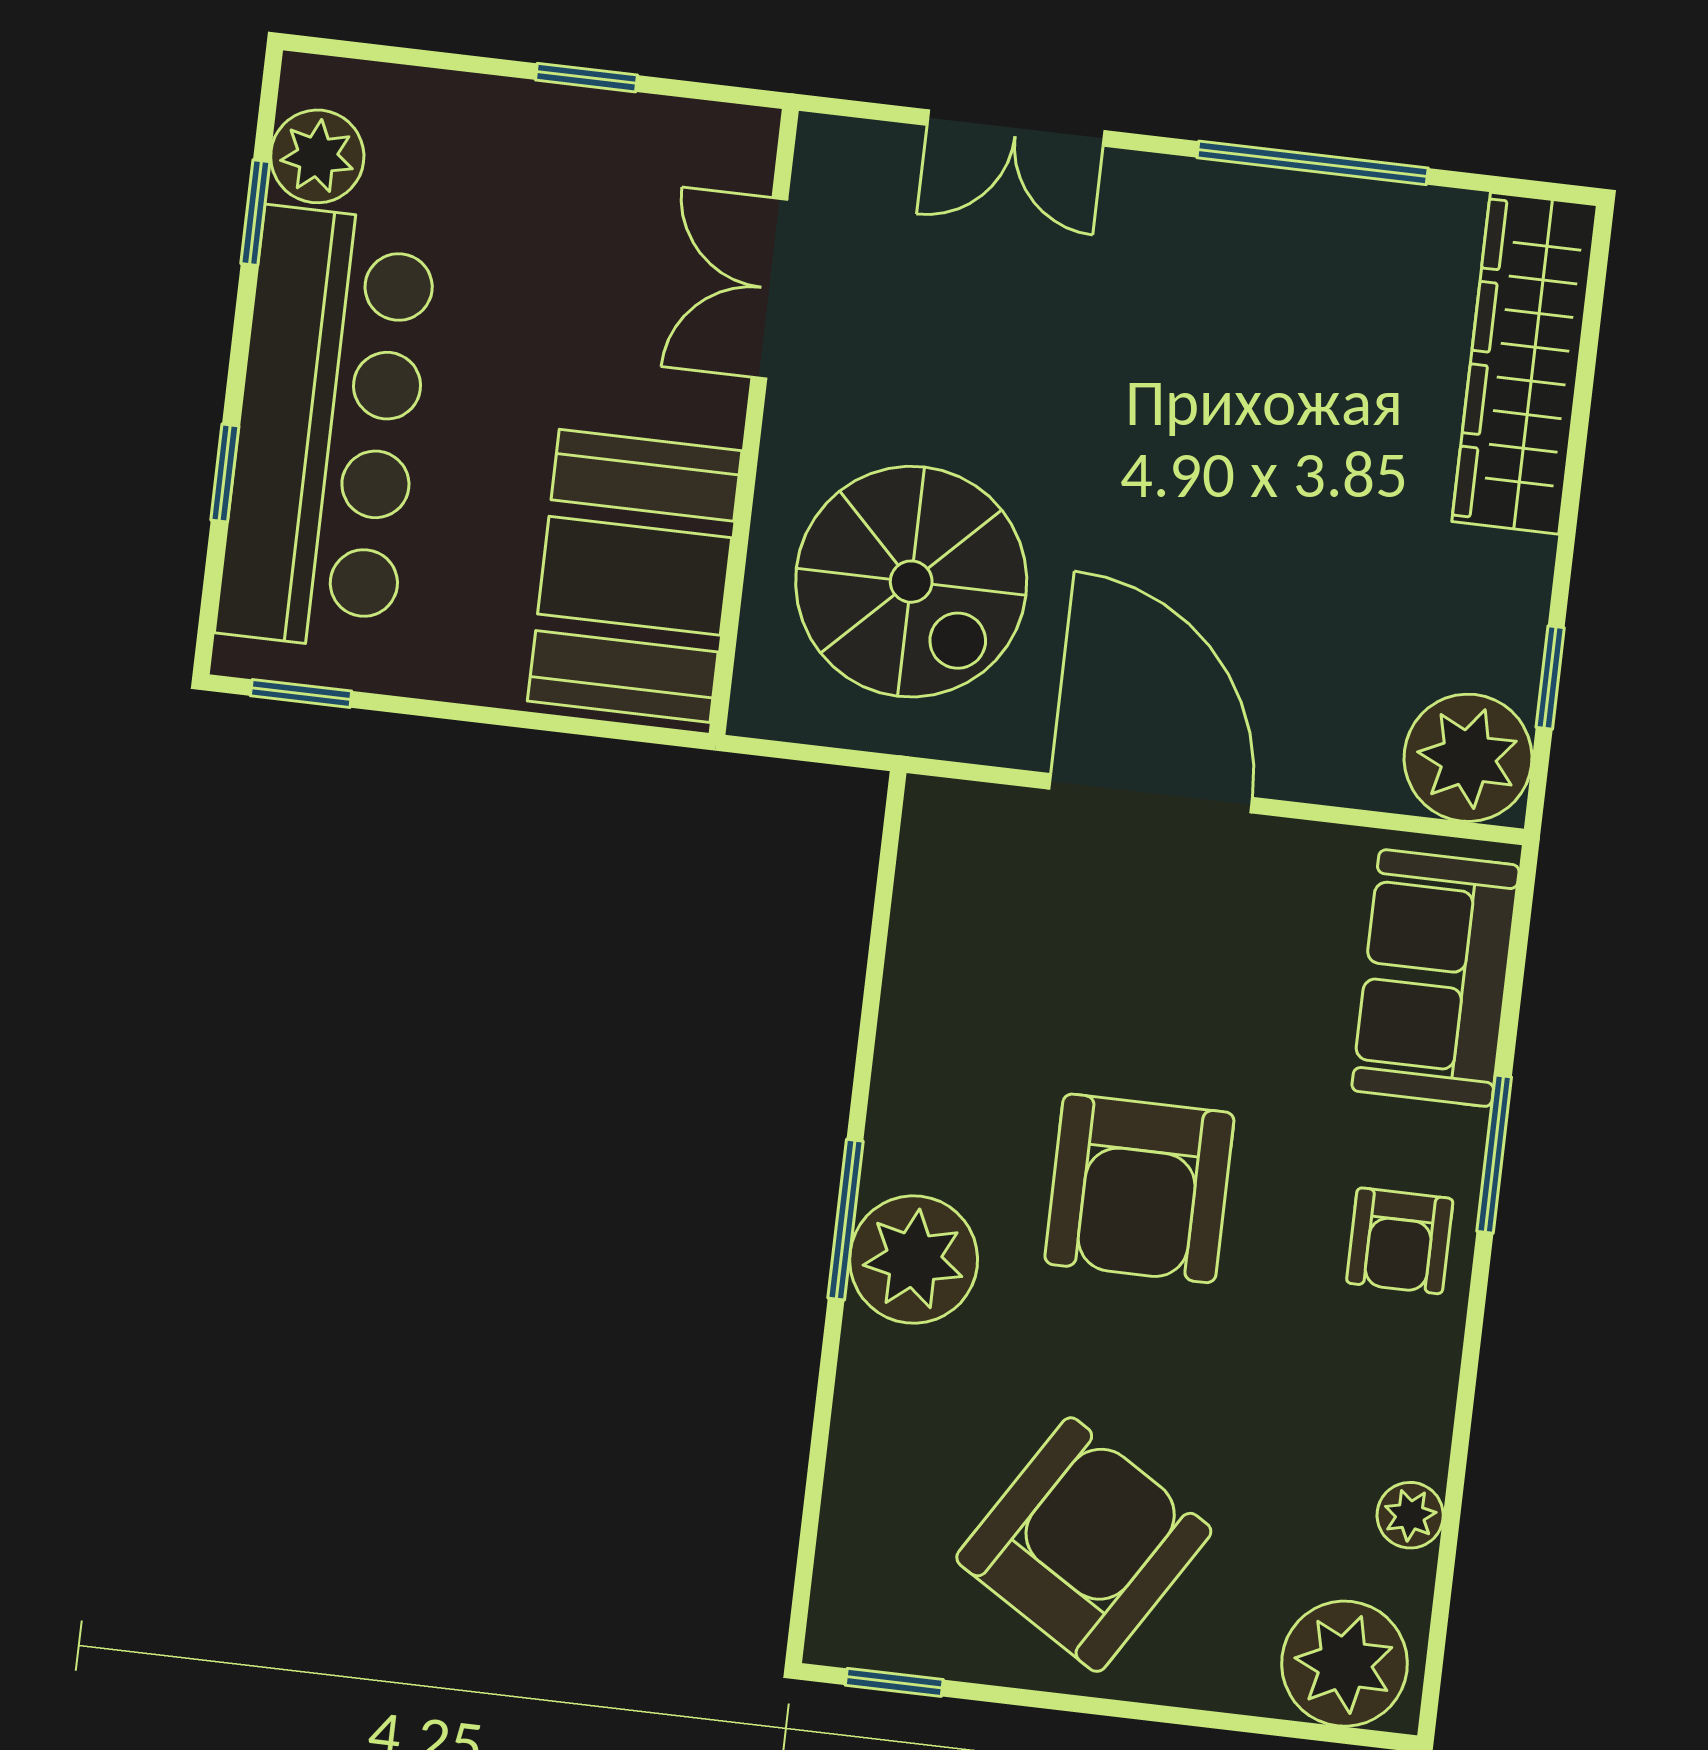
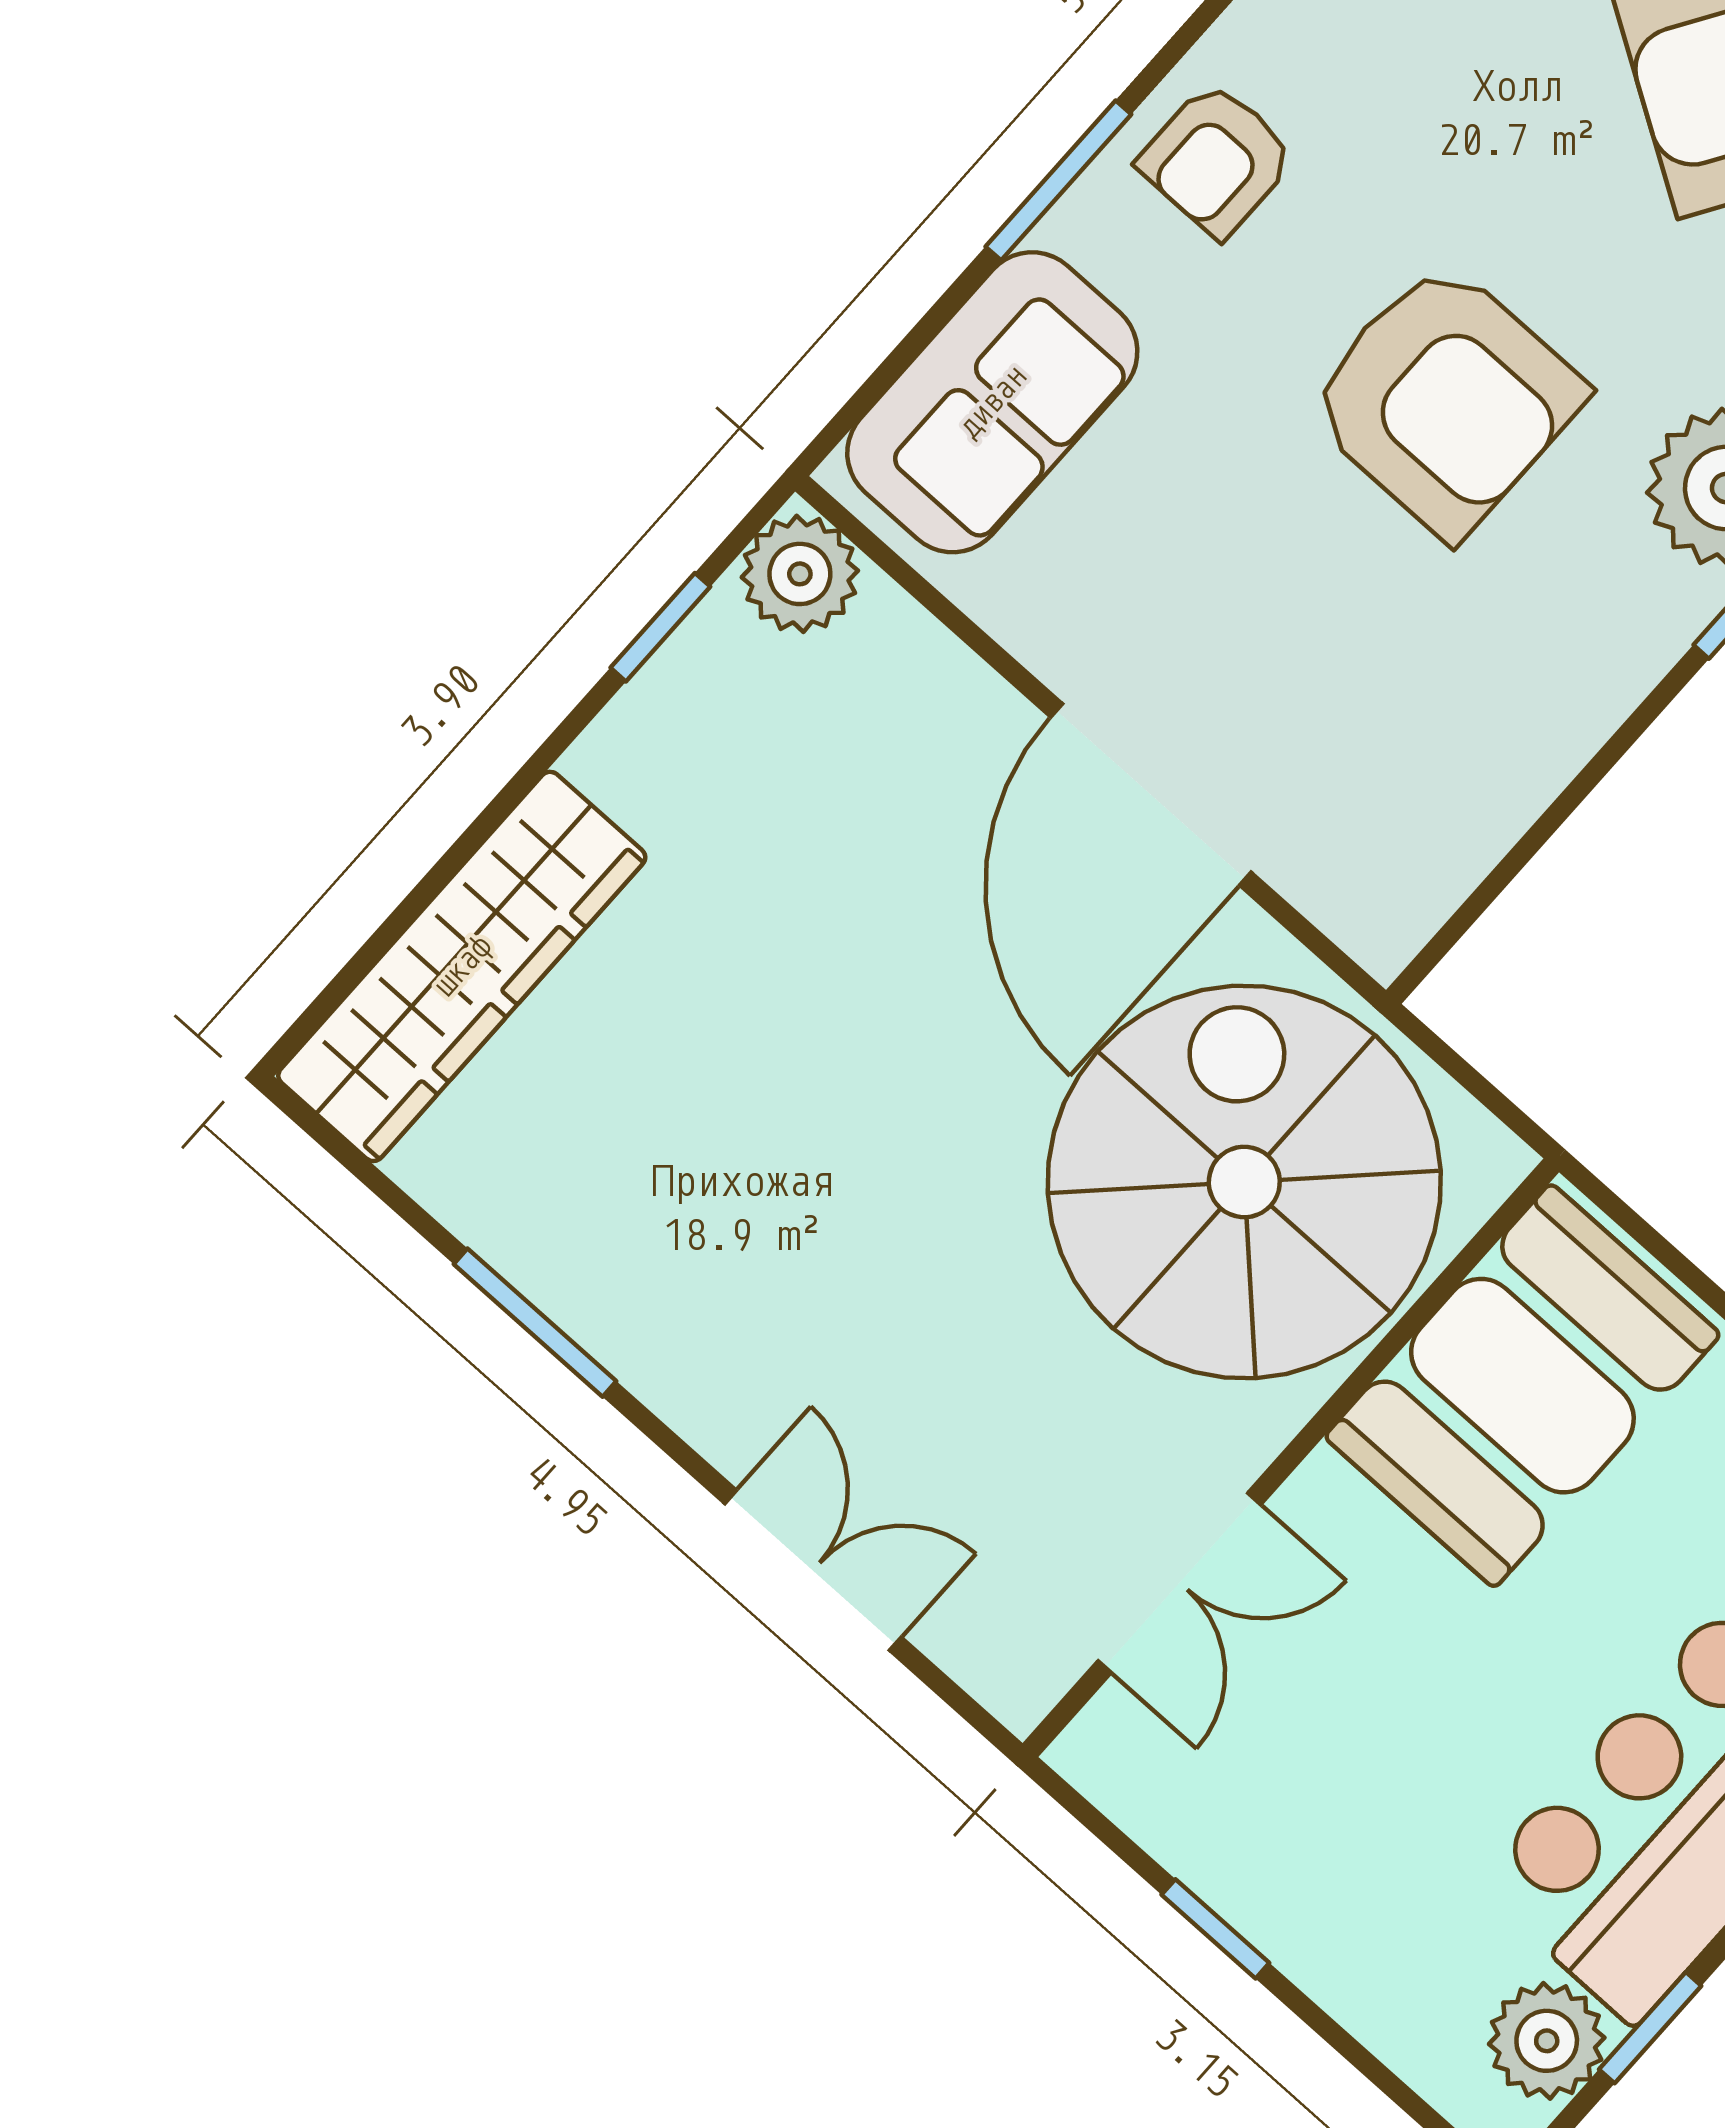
window: (1313, 163) -> (535, 1323), width x0.69
spiral stairs: (911, 582) -> (1244, 1182), width x1.37, depth x1.37
plant: (1468, 758) -> (800, 574), width x0.73, depth x0.73
armchair: (1139, 1188) -> (1445, 399), turned 90
armchair: (1400, 1241) -> (1217, 160), turned 180

